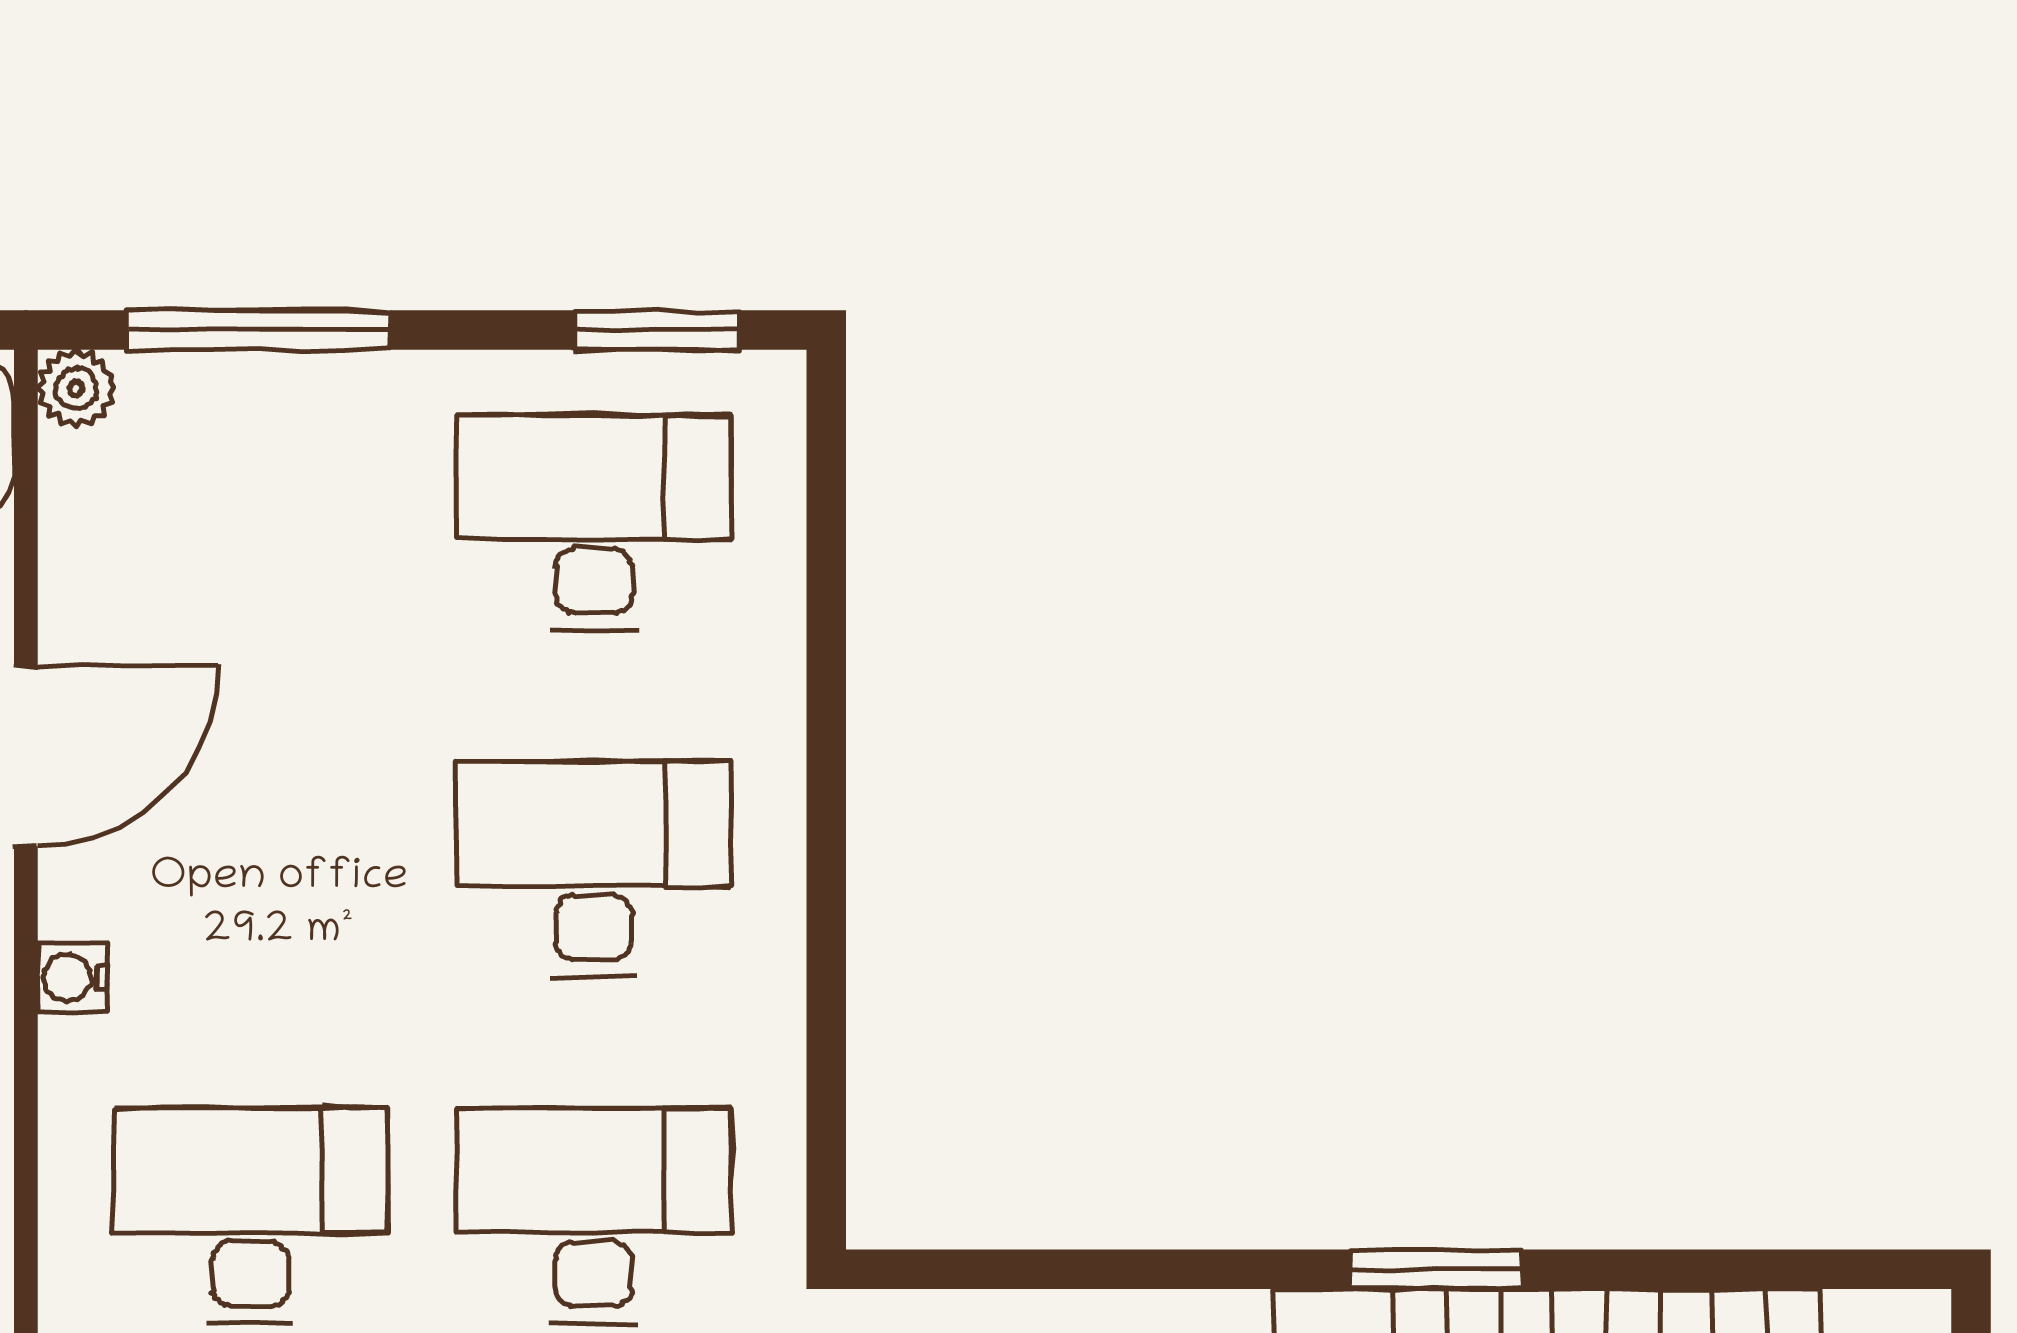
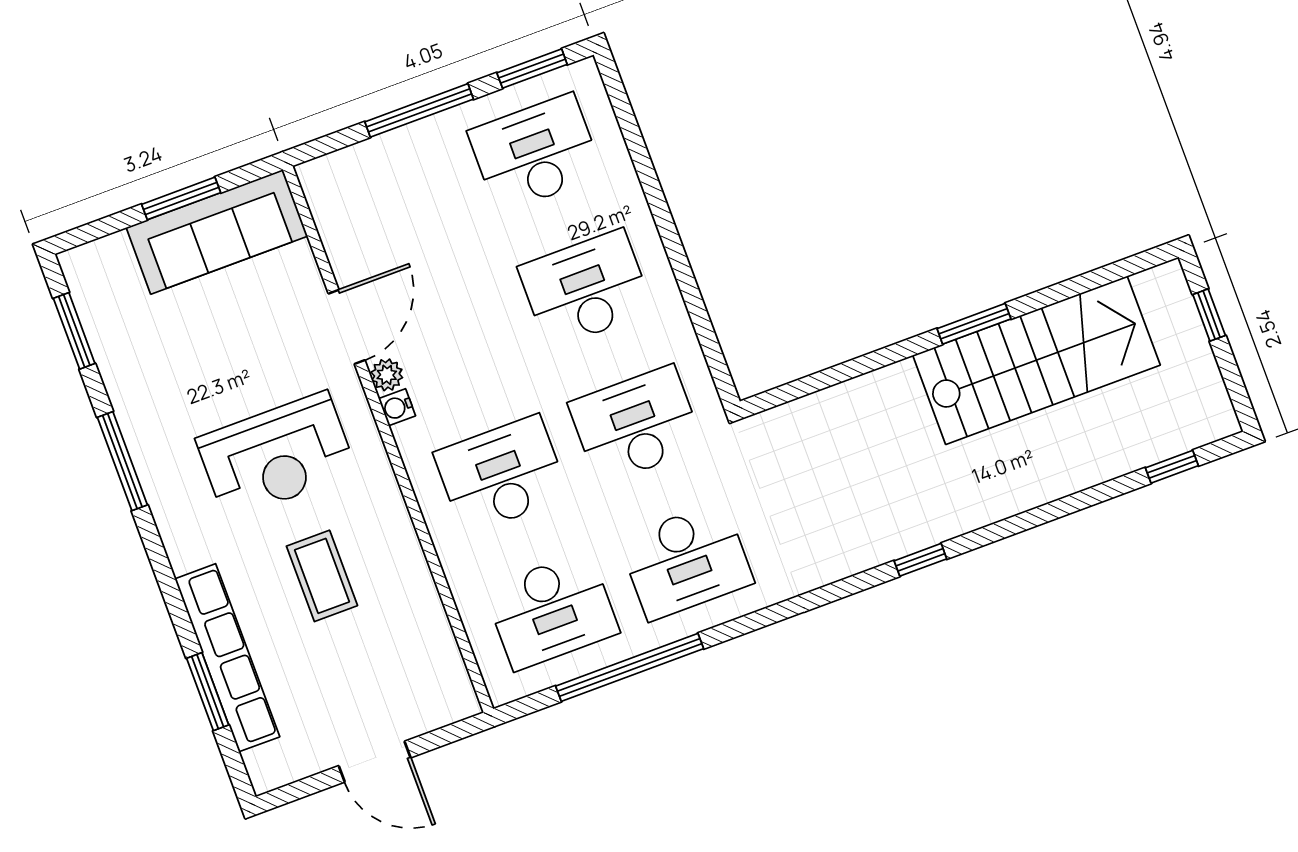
window: (258, 330) -> (419, 110), moved
plant: (76, 388) -> (387, 375), moved

